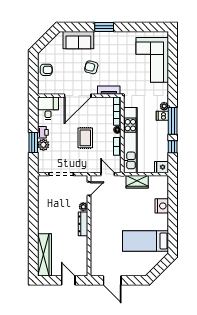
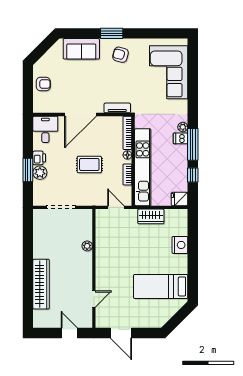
armchair: (91, 67) -> (121, 55), moved
rug: (85, 138) -> (89, 164), turned 90
door: (89, 189) -> (94, 299), moved
dresser: (83, 224) -> (87, 266), removed
wardrobe: (44, 255) -> (41, 284), moved

